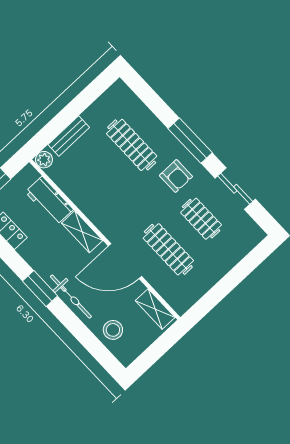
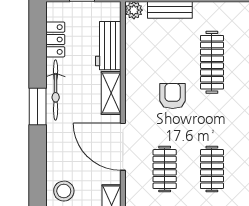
armchair: (176, 176) -> (173, 96), moved, turned 180
clothes rail: (168, 249) -> (165, 169), width x0.73
bicycle: (71, 297) -> (56, 90), moved

